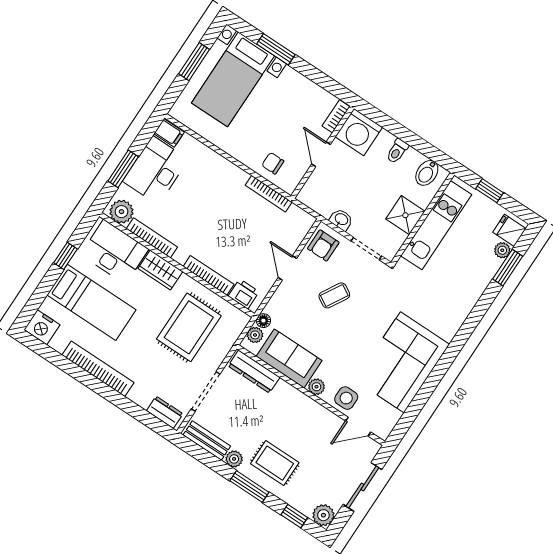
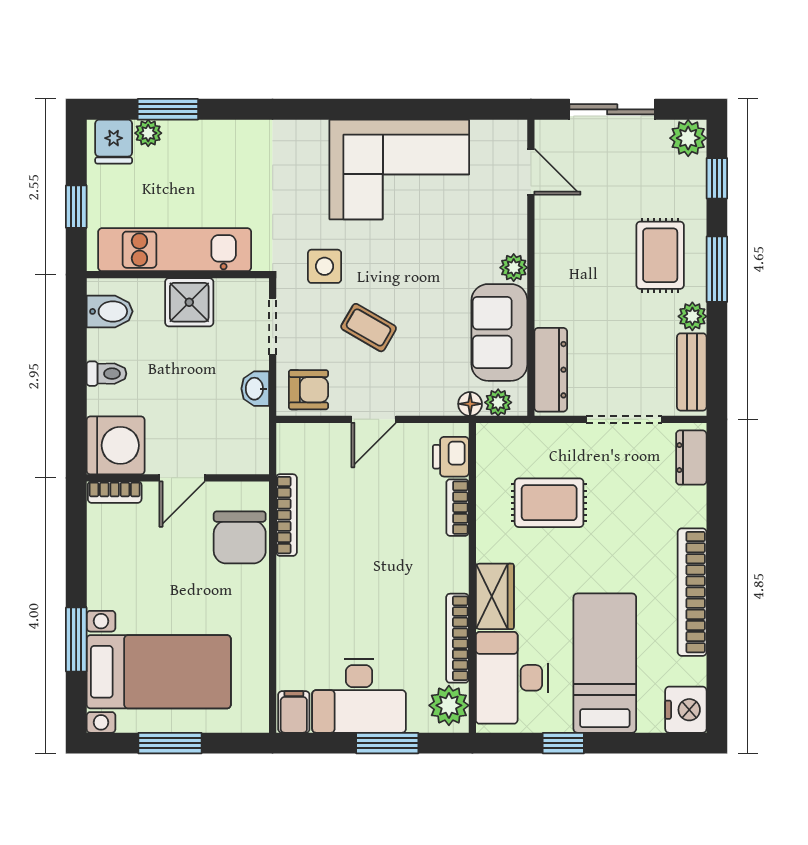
chair: (273, 163) -> (240, 537), width x1.87, depth x1.87
bookcase: (209, 275) -> (458, 508), width x0.64
rug: (189, 327) -> (549, 503), width x0.73, depth x0.70
side table: (346, 398) -> (325, 266), moved

